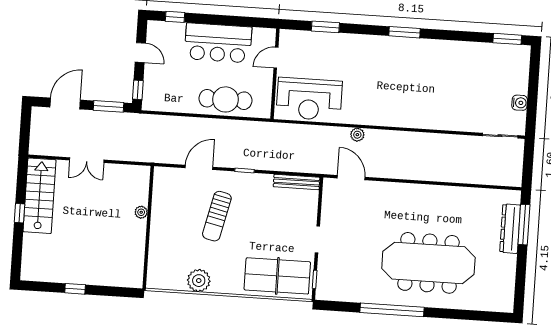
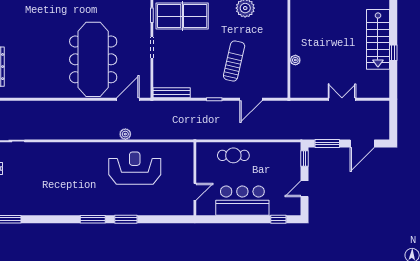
window: (325, 27) -> (126, 219), moved
door: (140, 53) -> (305, 189), hinge flipped
cafe table: (225, 99) -> (233, 155), width x0.73, depth x0.74
reception desk: (309, 99) -> (135, 168), moved
door: (351, 178) -> (128, 99), swing flipped
stairs: (40, 196) -> (378, 39), moved
meeting table: (428, 263) -> (93, 59), moved, turned 90

